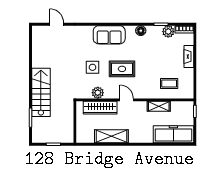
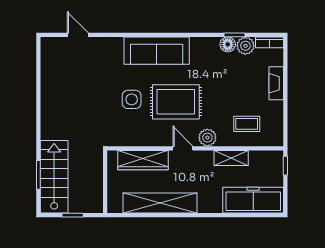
floor lamp: (141, 31) -> (228, 44), moved
sofa: (109, 35) -> (157, 51), width x1.36
rug: (122, 69) -> (176, 102), width x1.36, depth x1.43
stairs: (41, 92) -> (54, 177), moved
plant: (98, 93) -> (207, 138), moved
shelving: (111, 136) -> (160, 203), width x1.47

